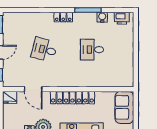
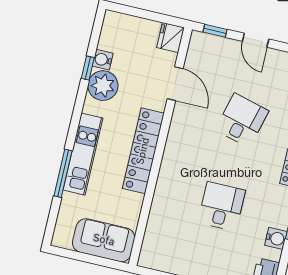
door: (33, 89) -> (175, 84), swing flipped

